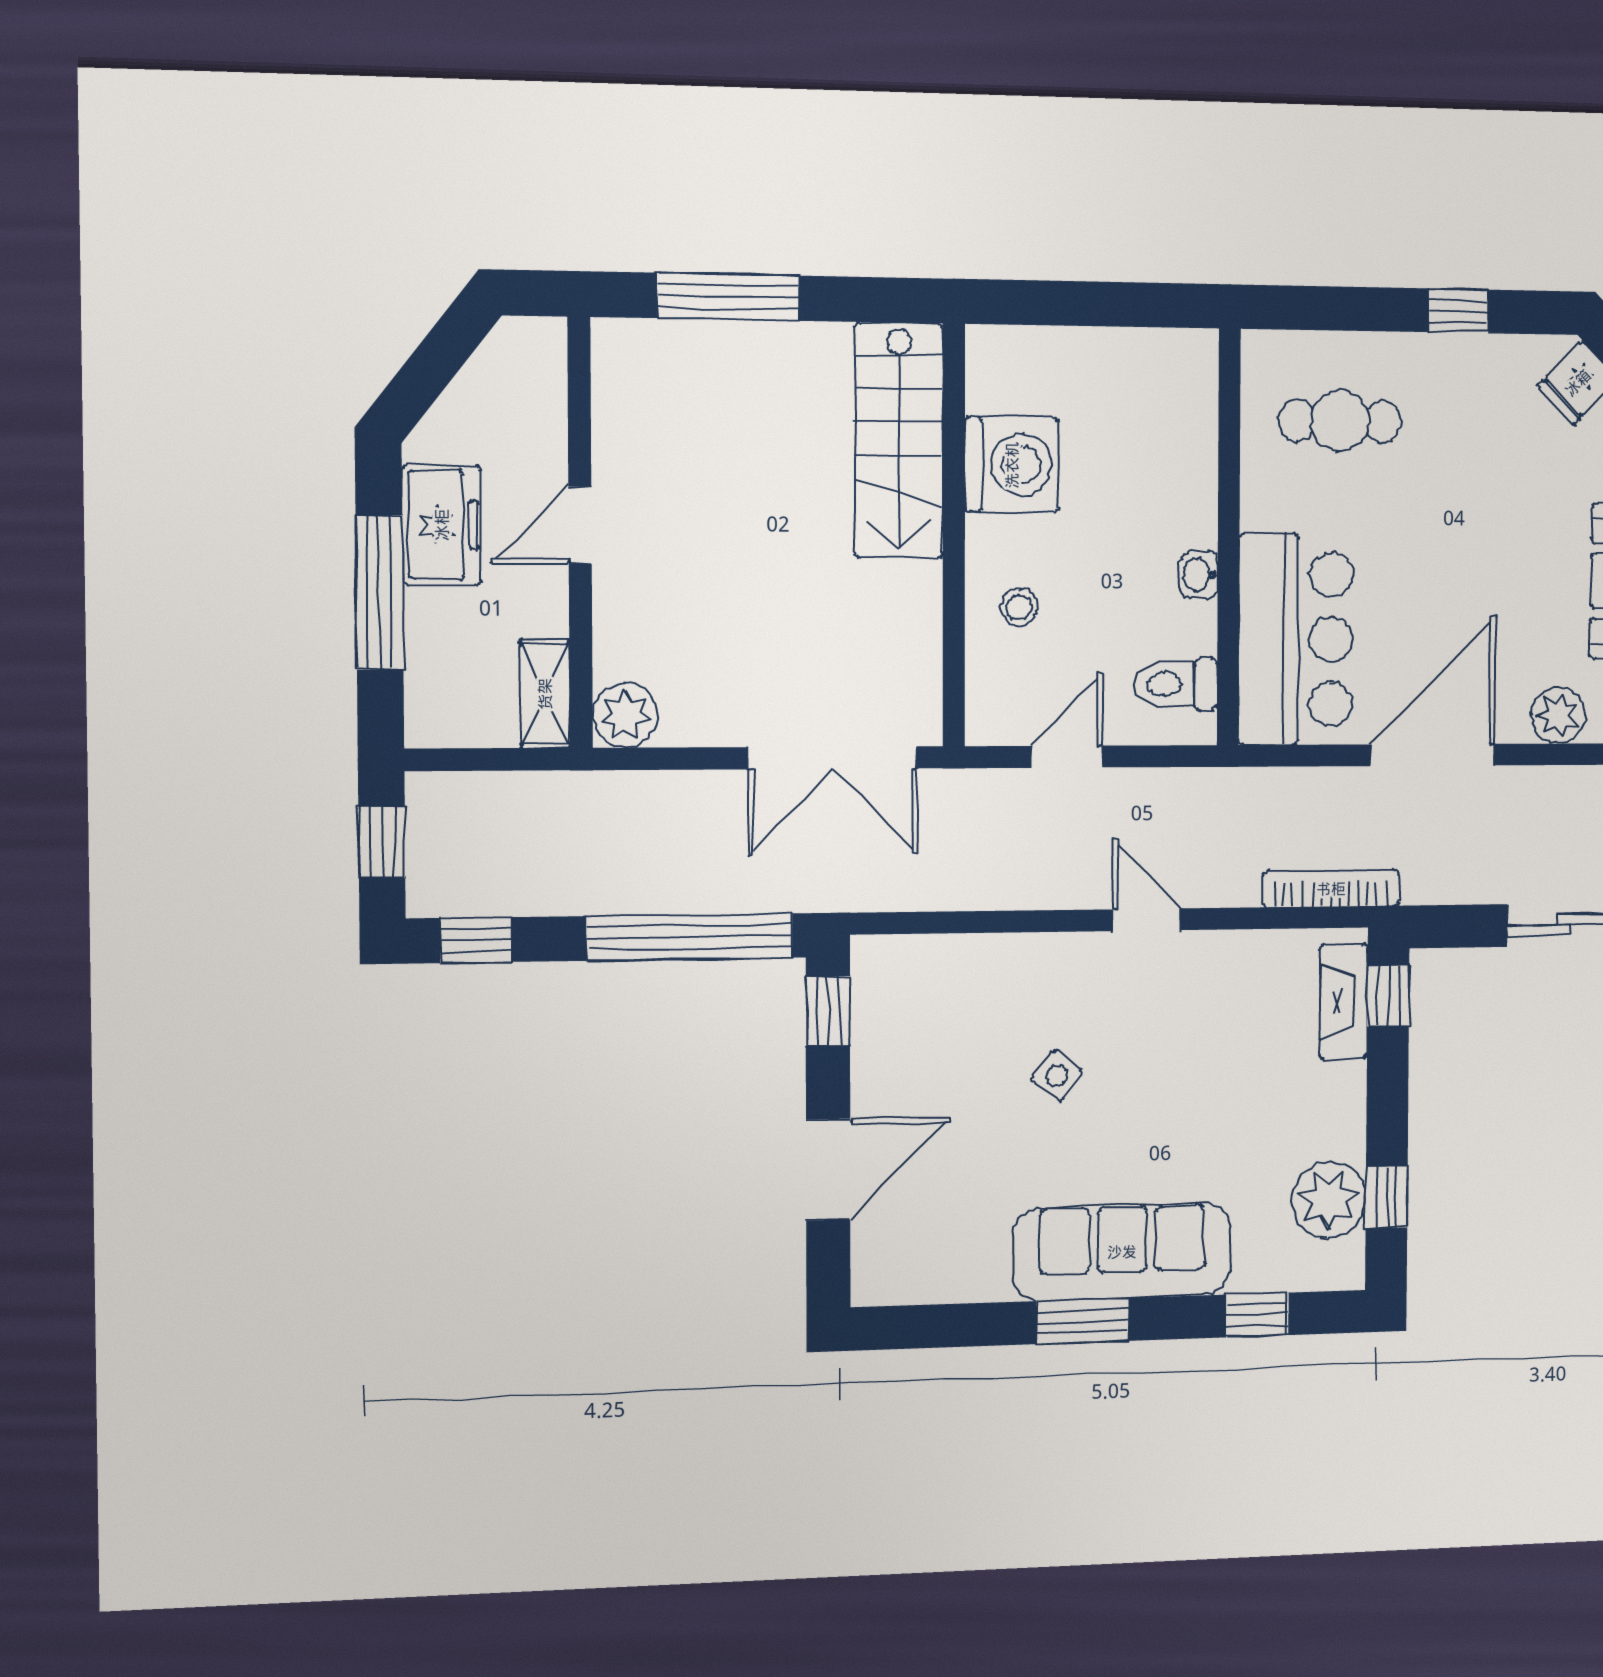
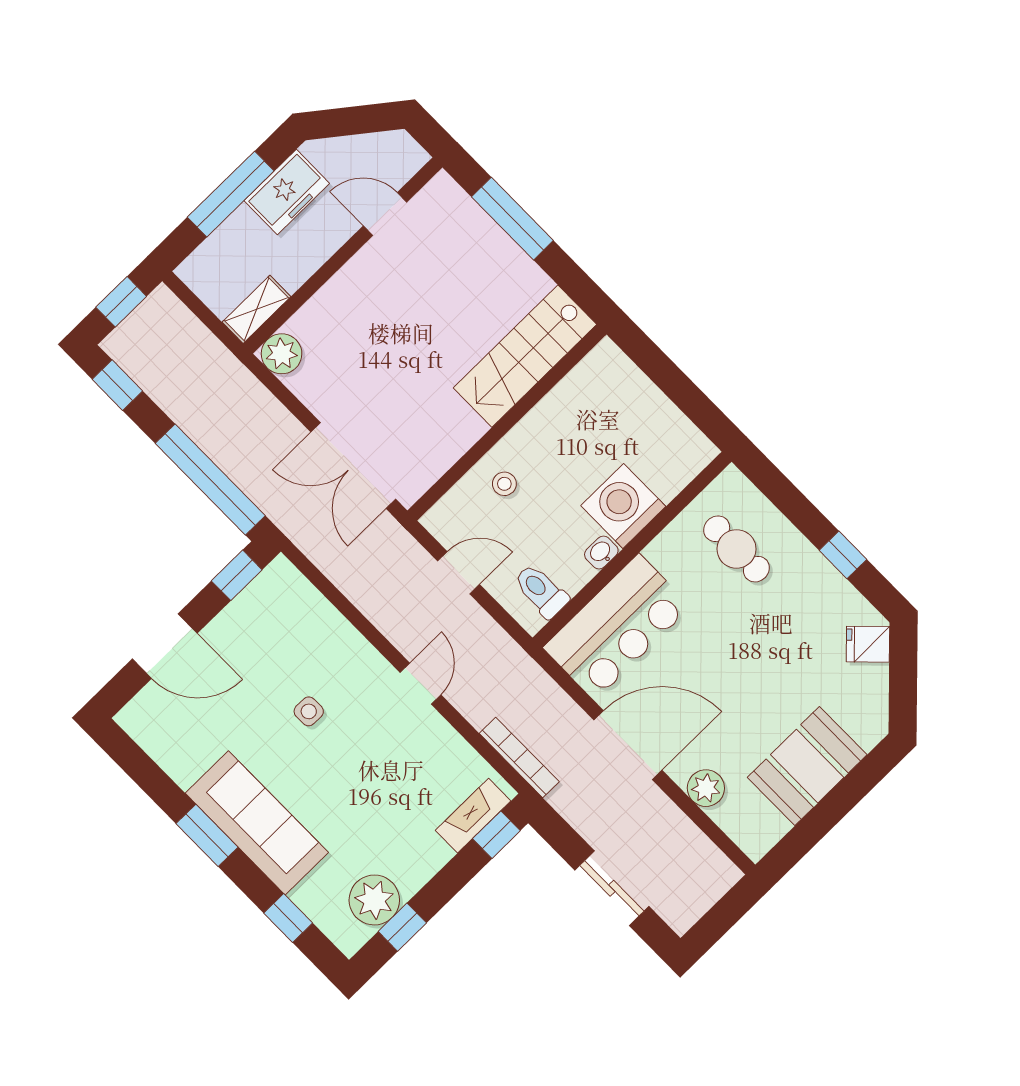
washing machine: (1012, 465) -> (623, 506), moved, turned 180
door: (580, 525) -> (385, 214), moved
side table: (1057, 1075) -> (309, 711), turned -38

